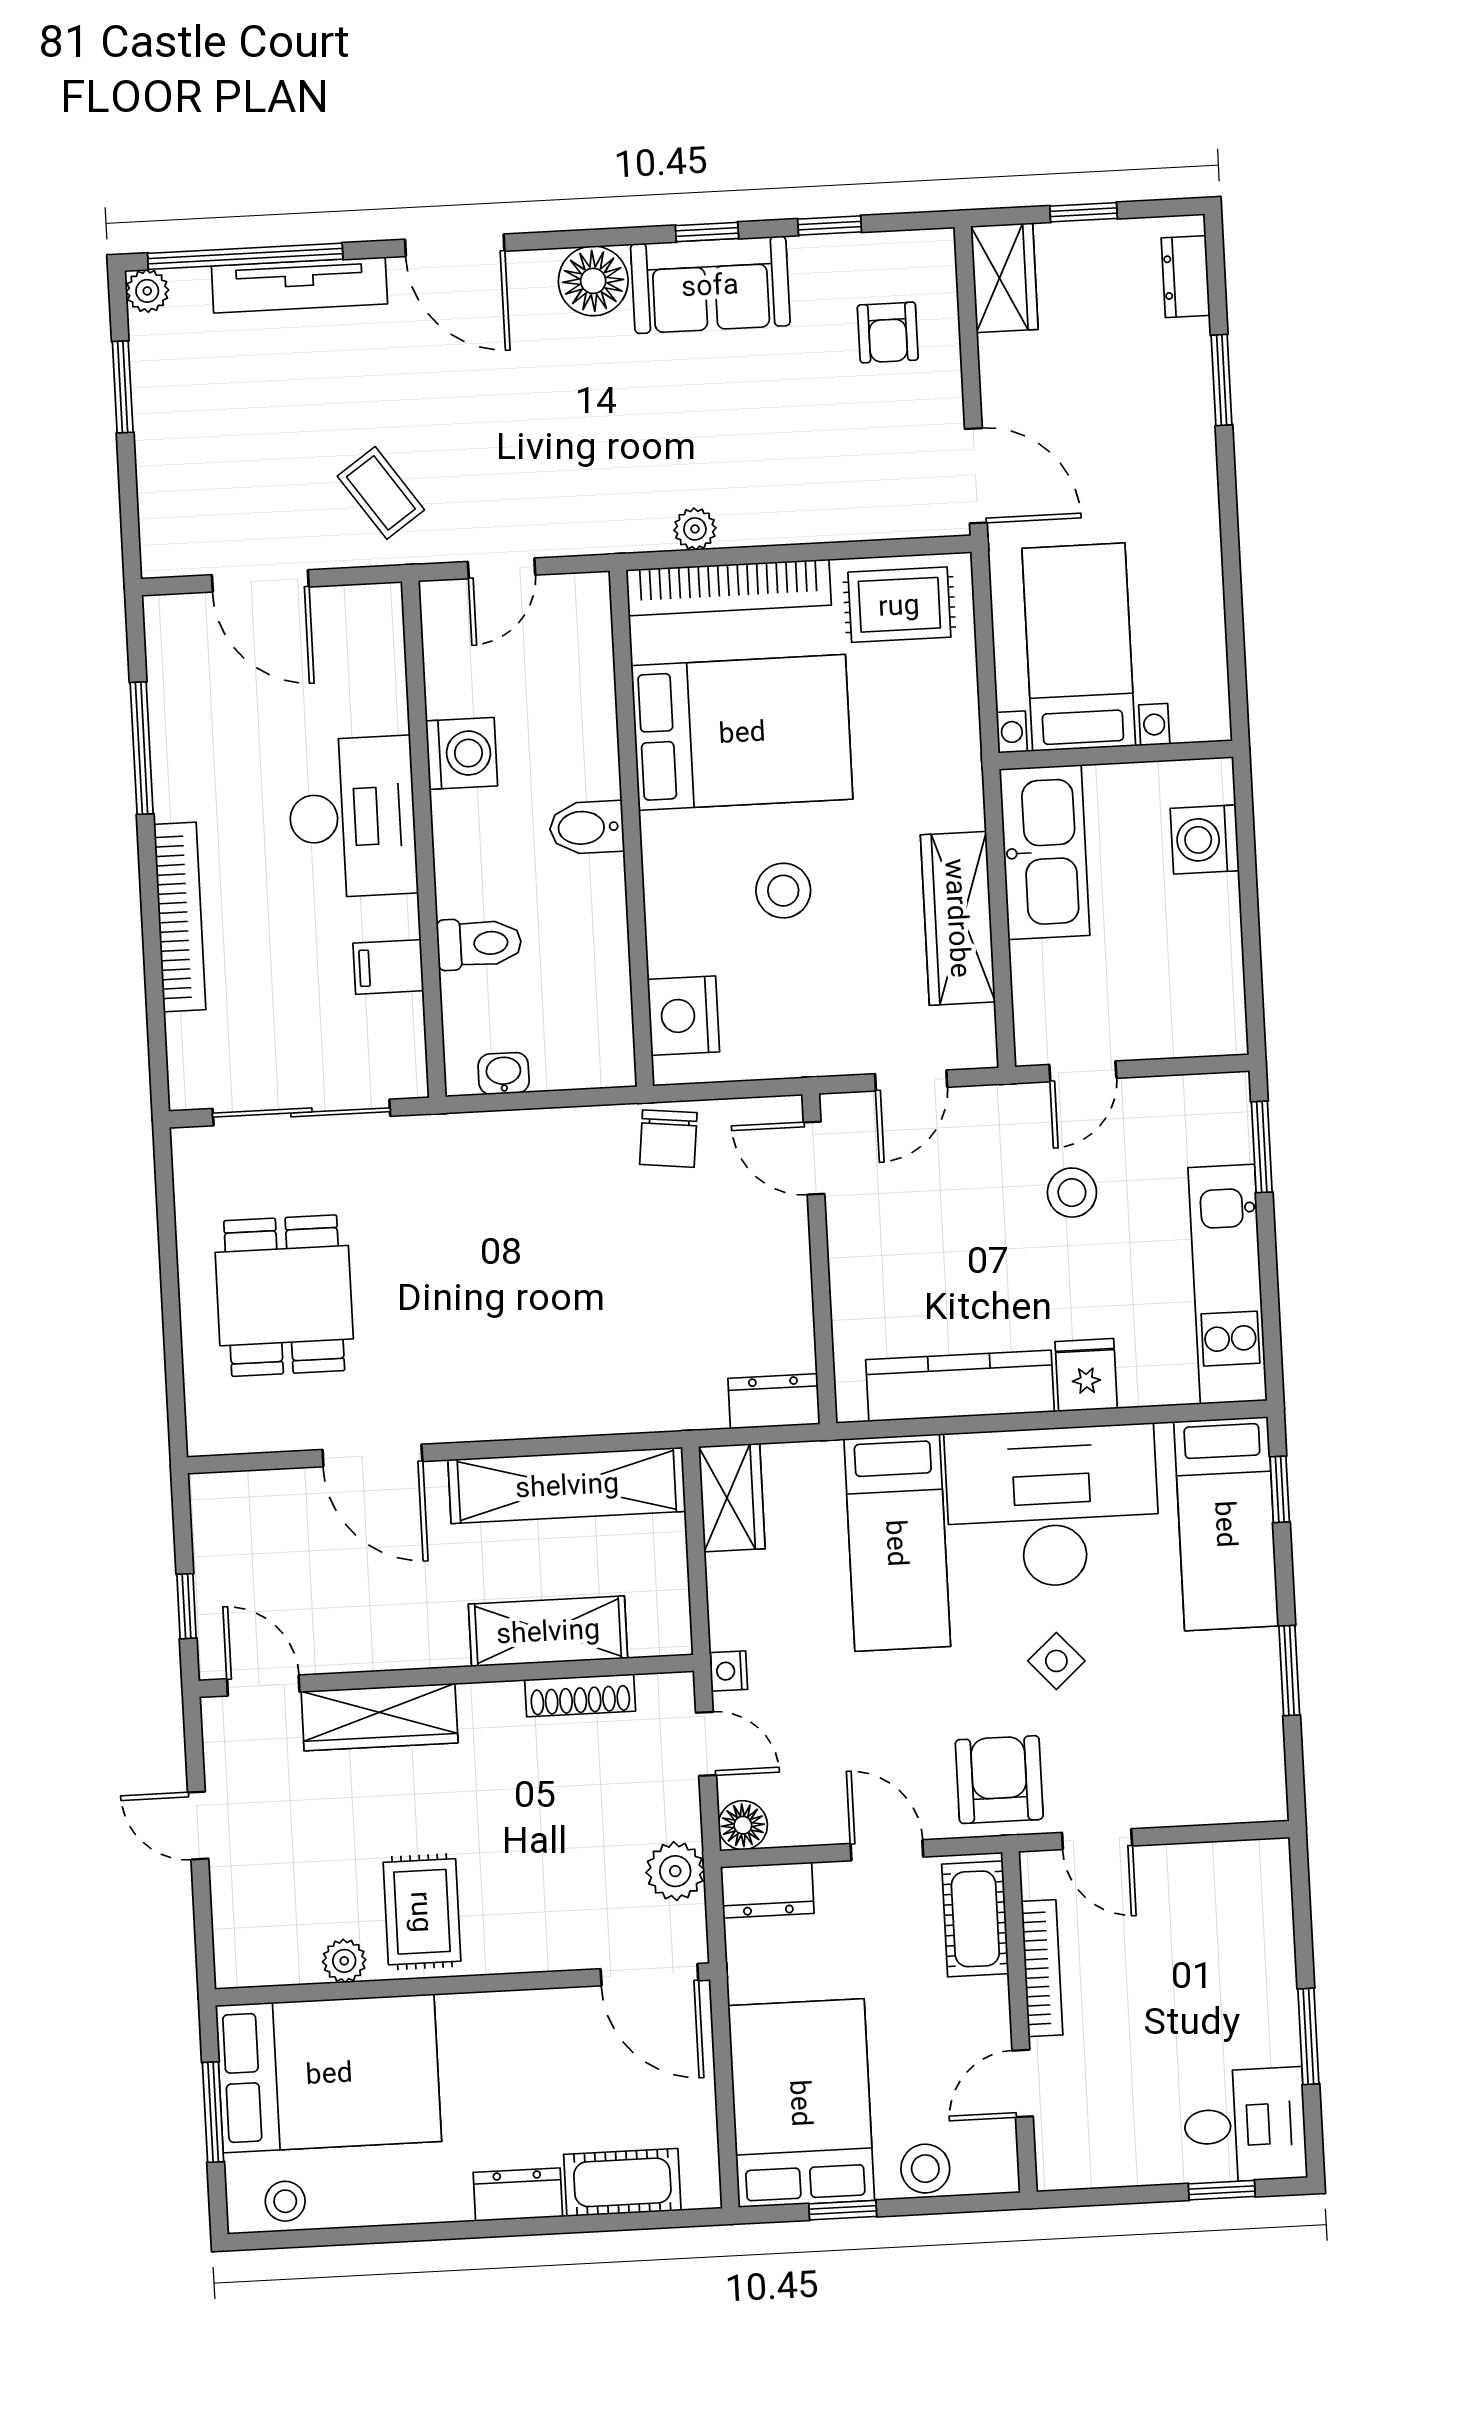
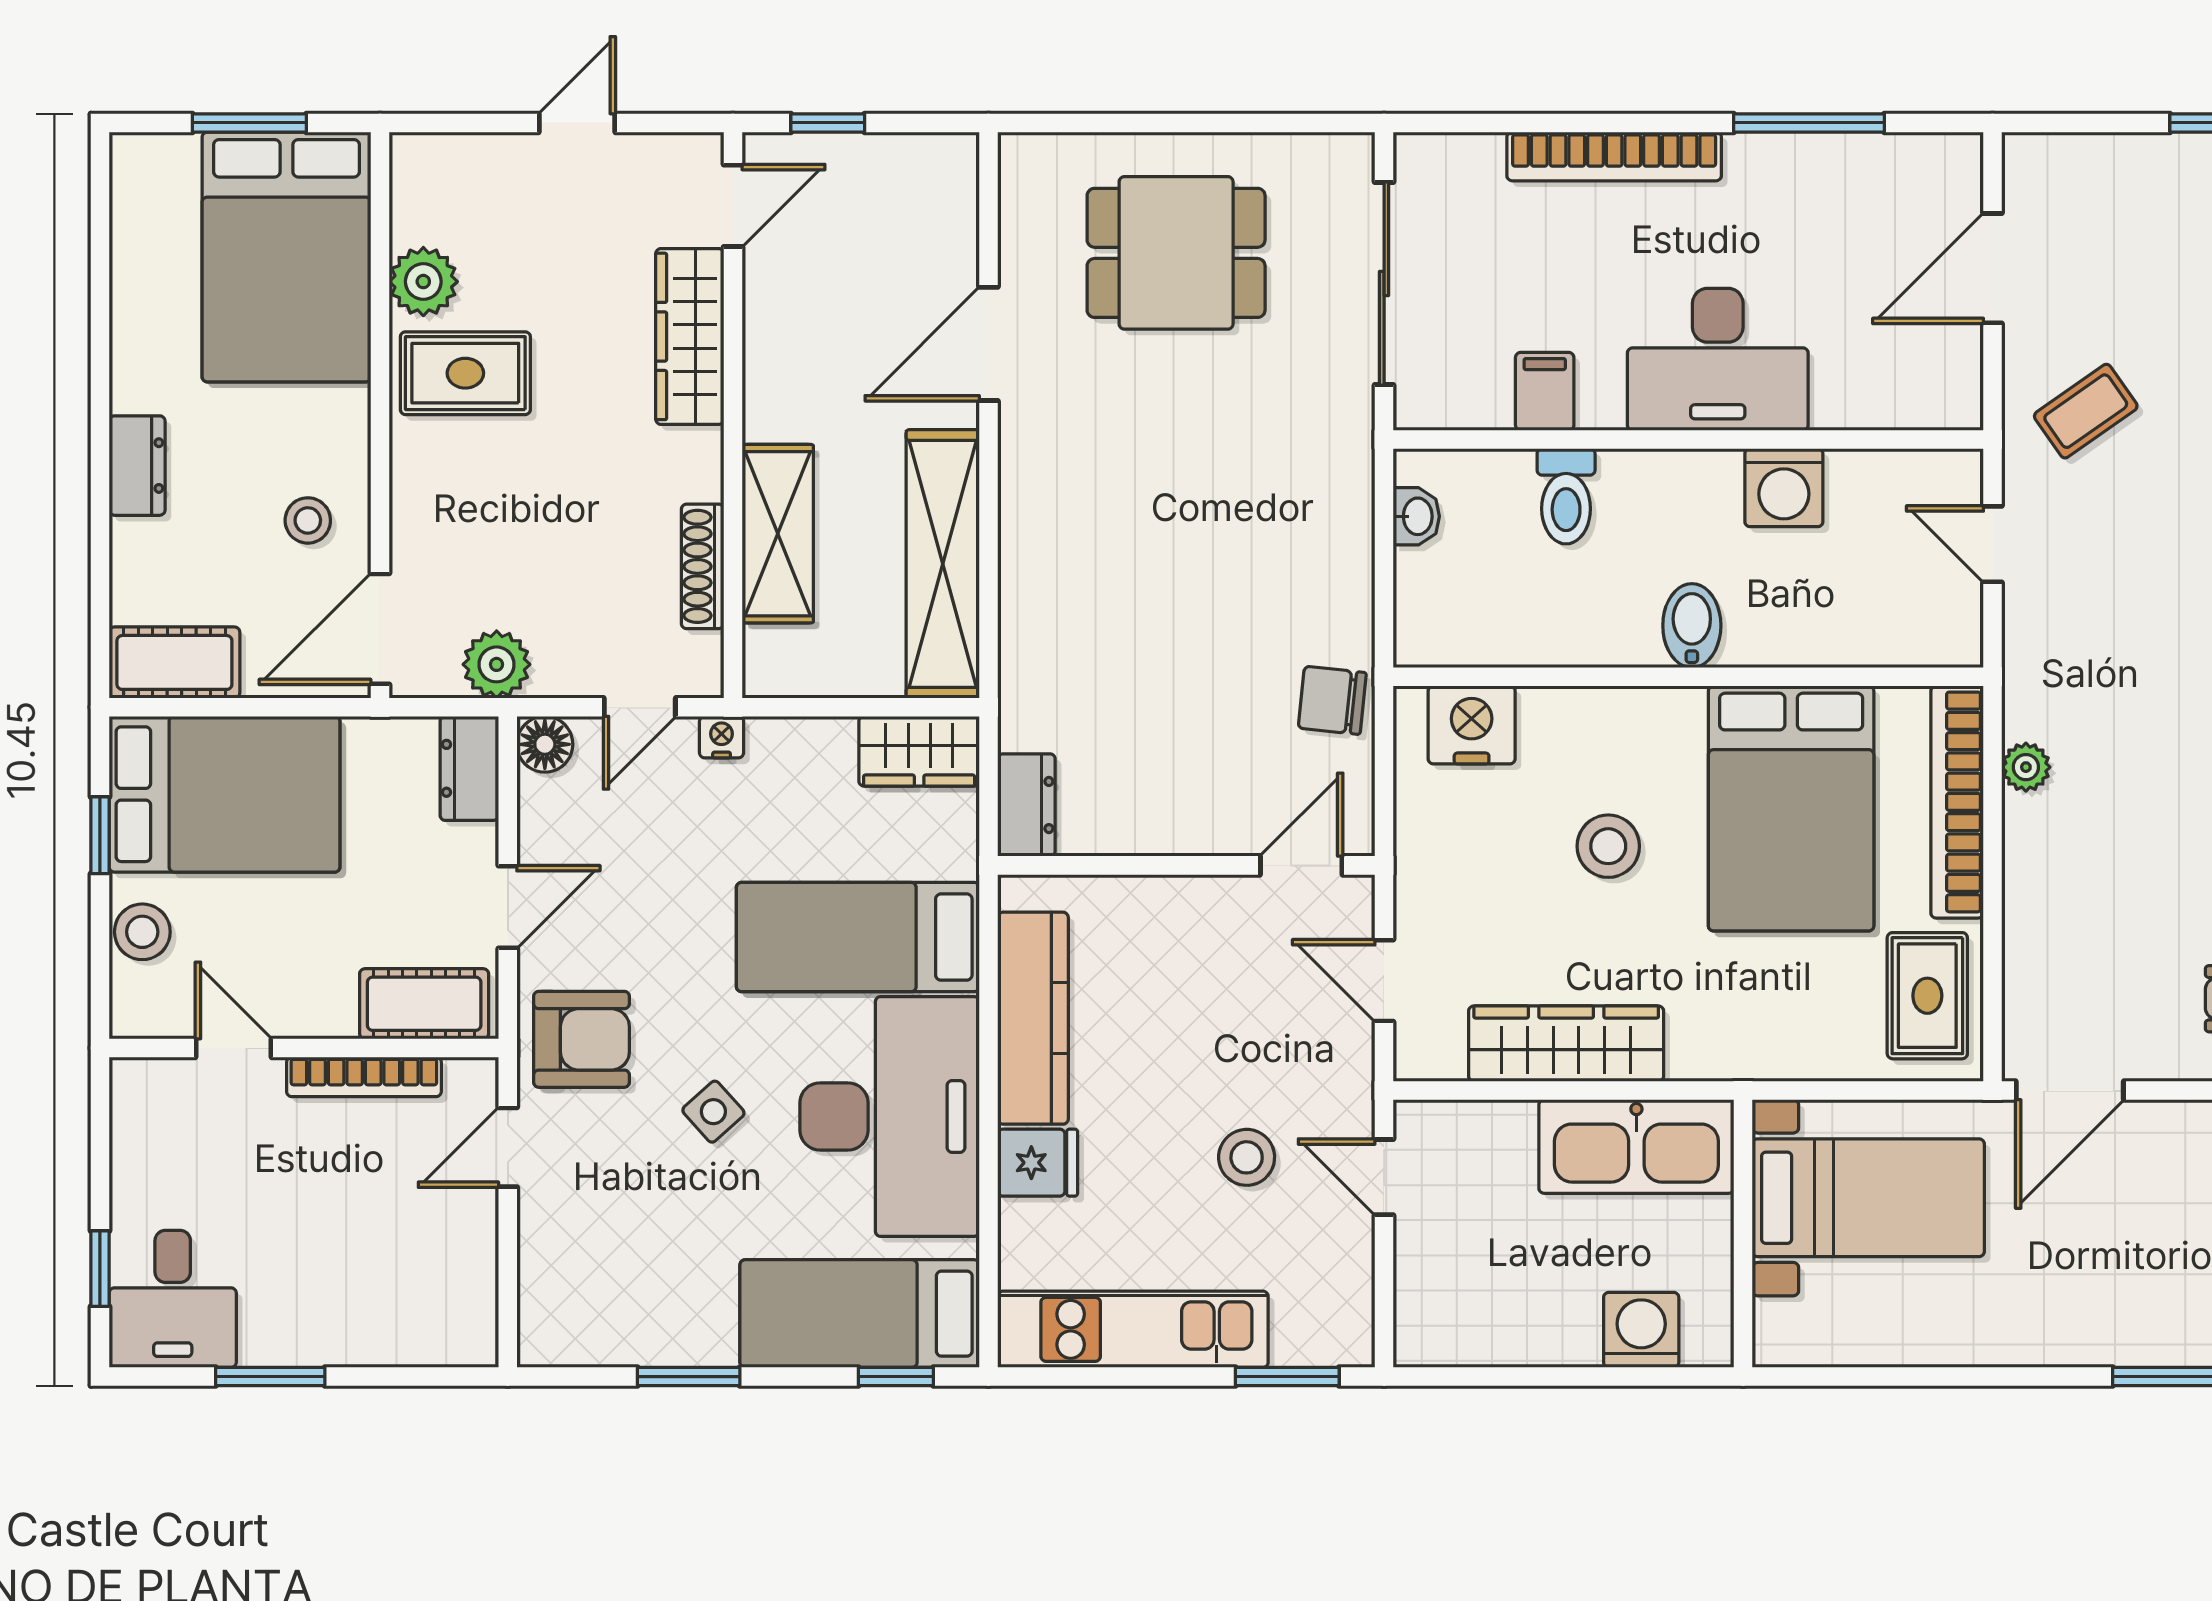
plant: (344, 1961) -> (423, 282), width x1.38, depth x1.38
cot: (622, 2182) -> (174, 662), moved, turned 90
stool: (285, 2201) -> (308, 520), moved

